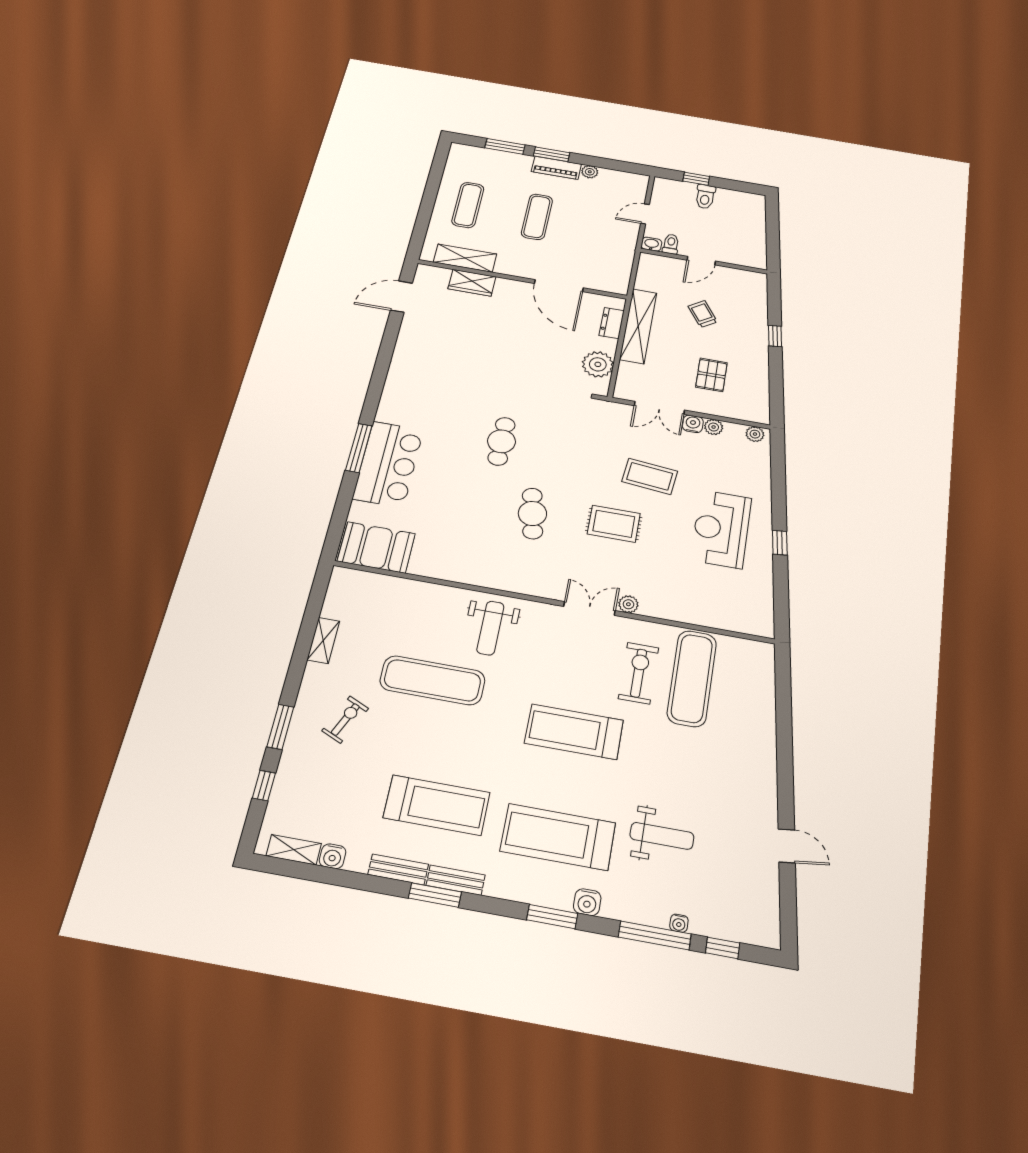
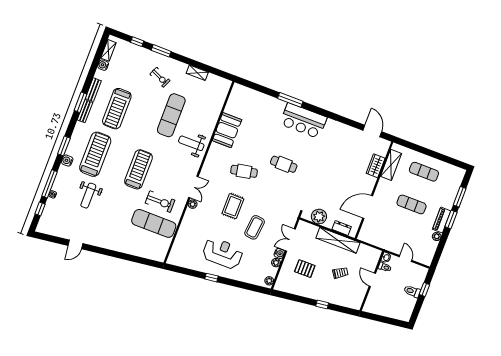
bar counter: (388, 464) -> (303, 121), moved
booth: (376, 547) -> (227, 130), moved

